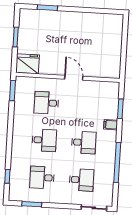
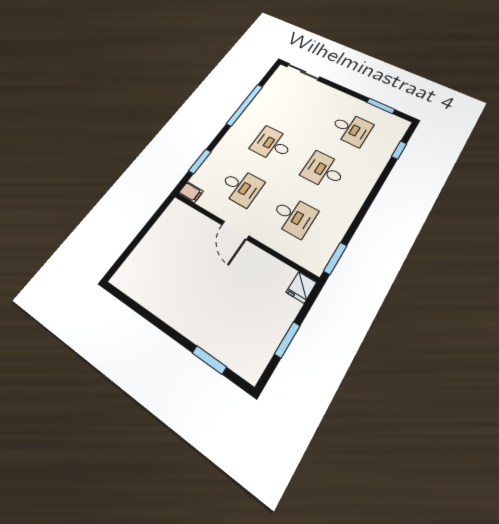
fridge: (27, 64) -> (301, 287), width x0.53, depth x0.75
filing cabinet: (111, 125) -> (191, 192), moved
desk: (82, 180) -> (241, 187), moved, turned 180

